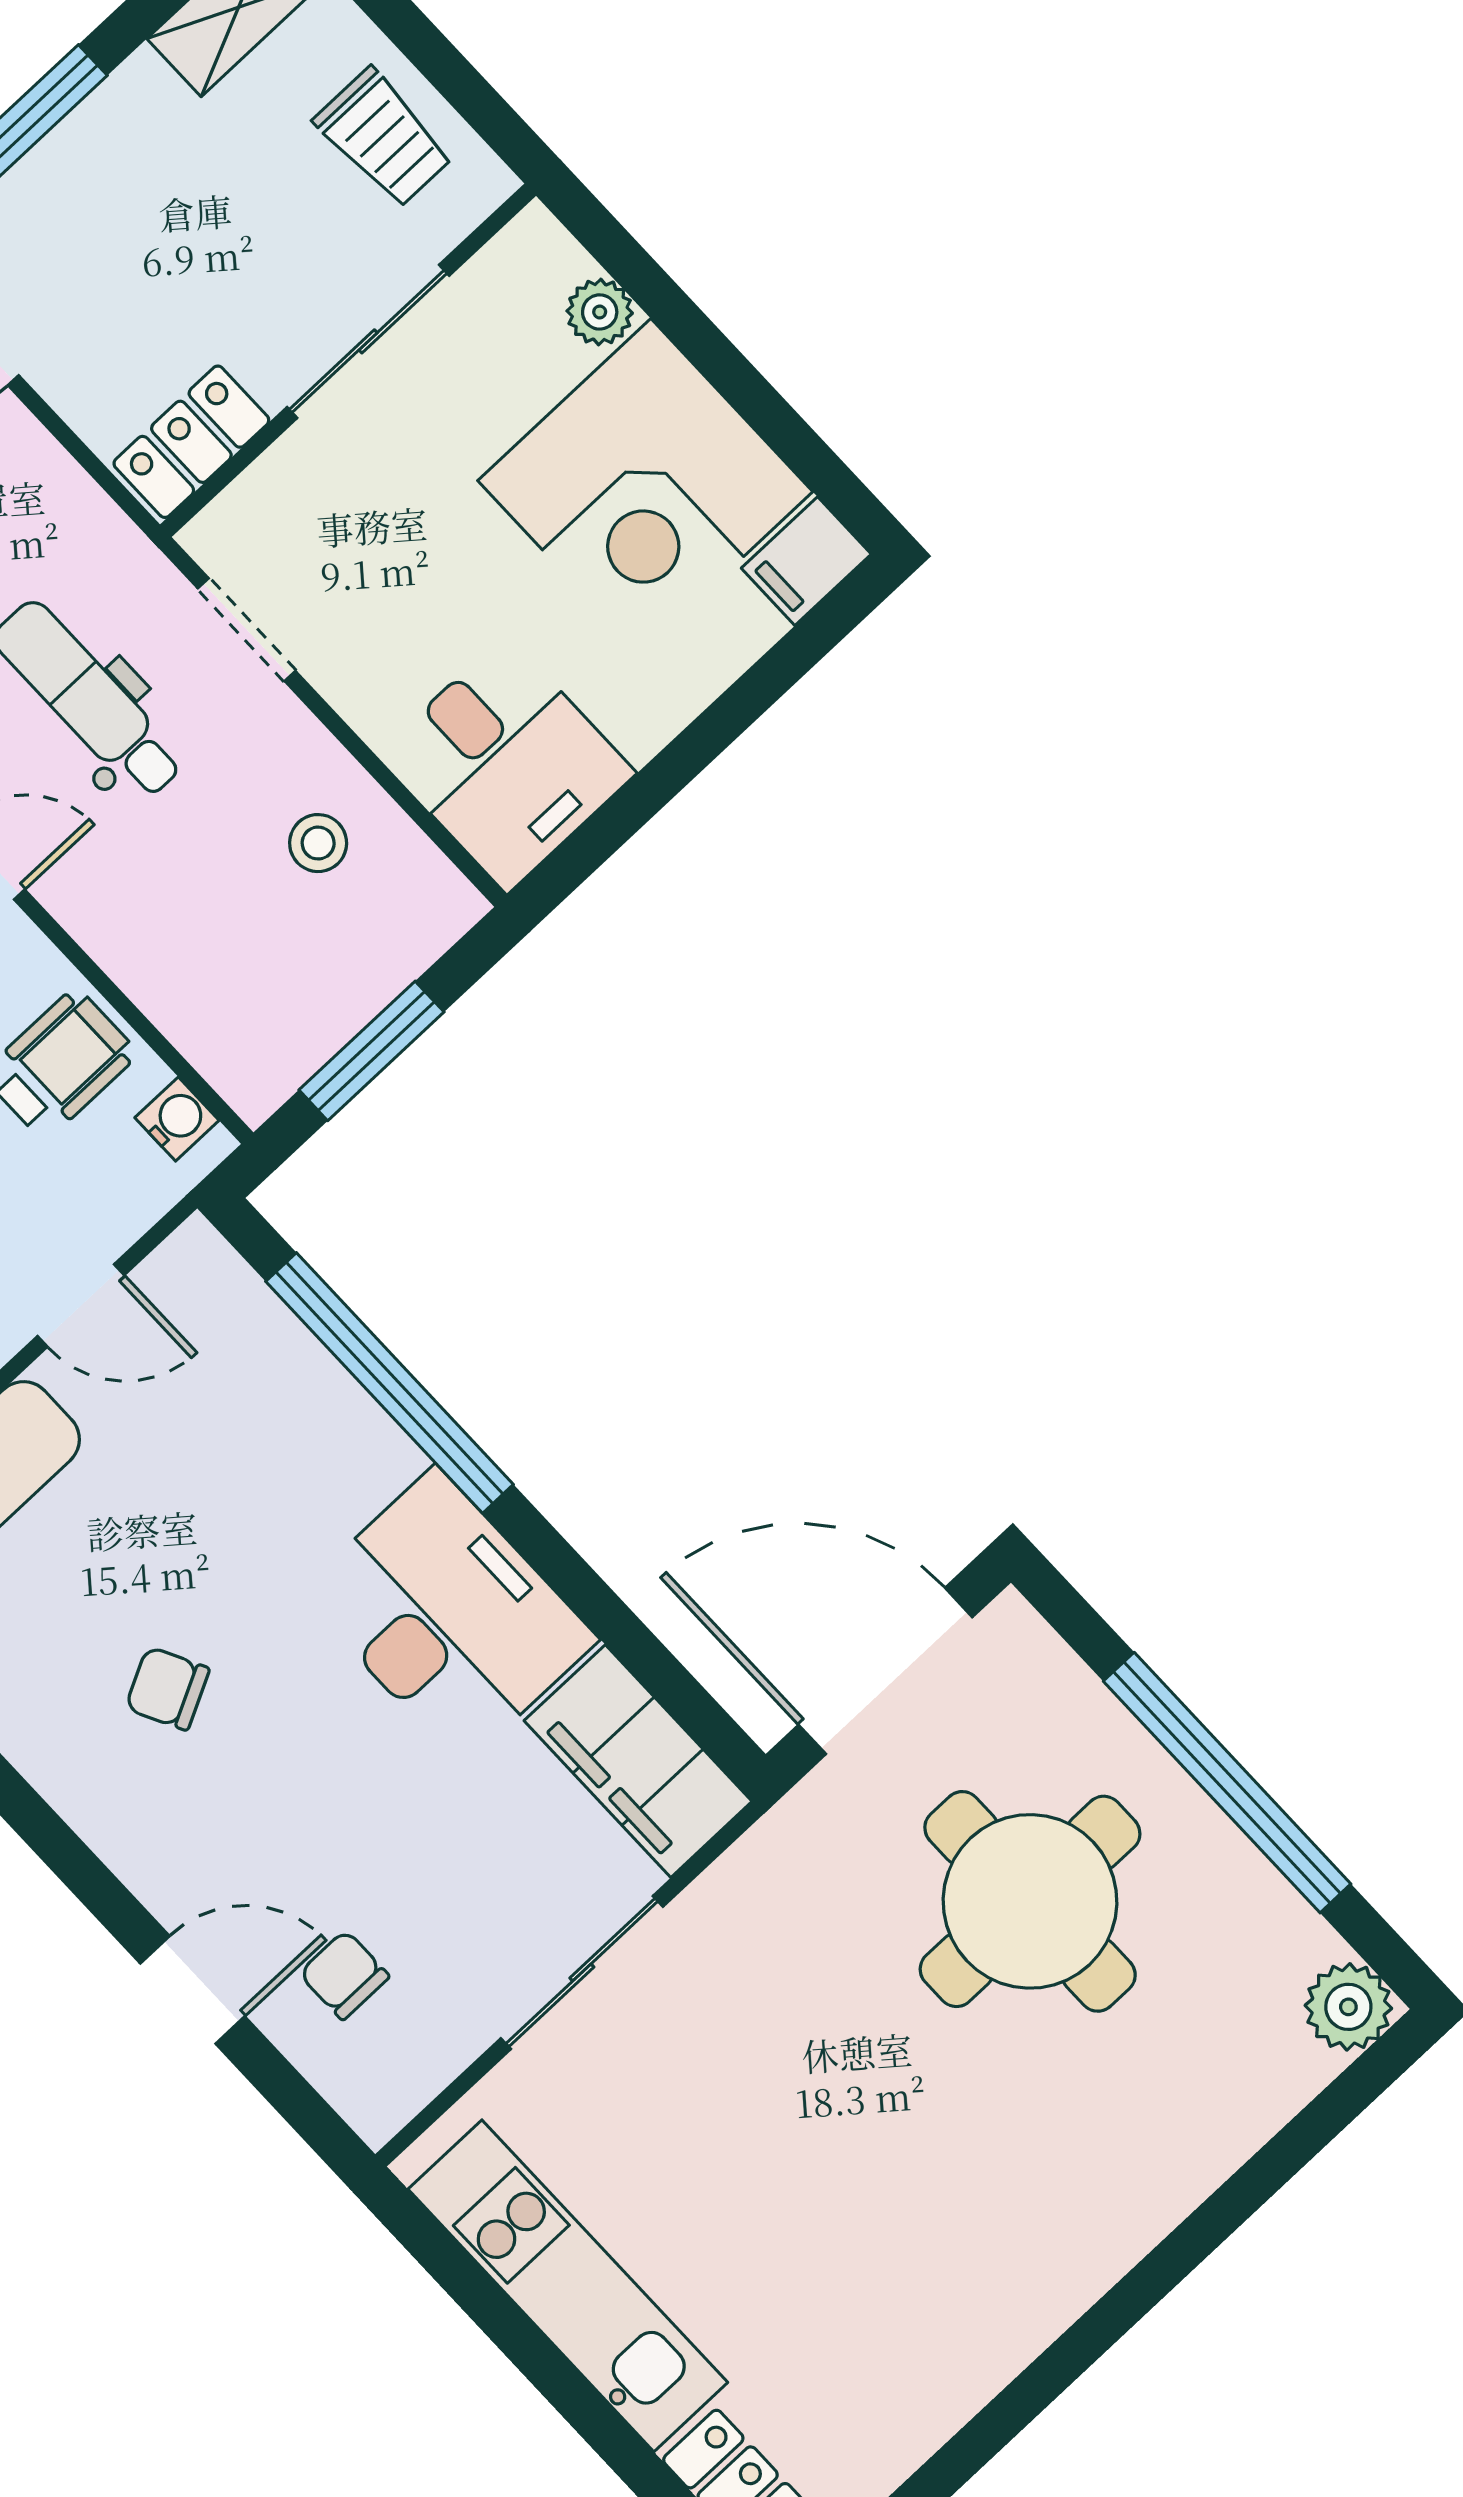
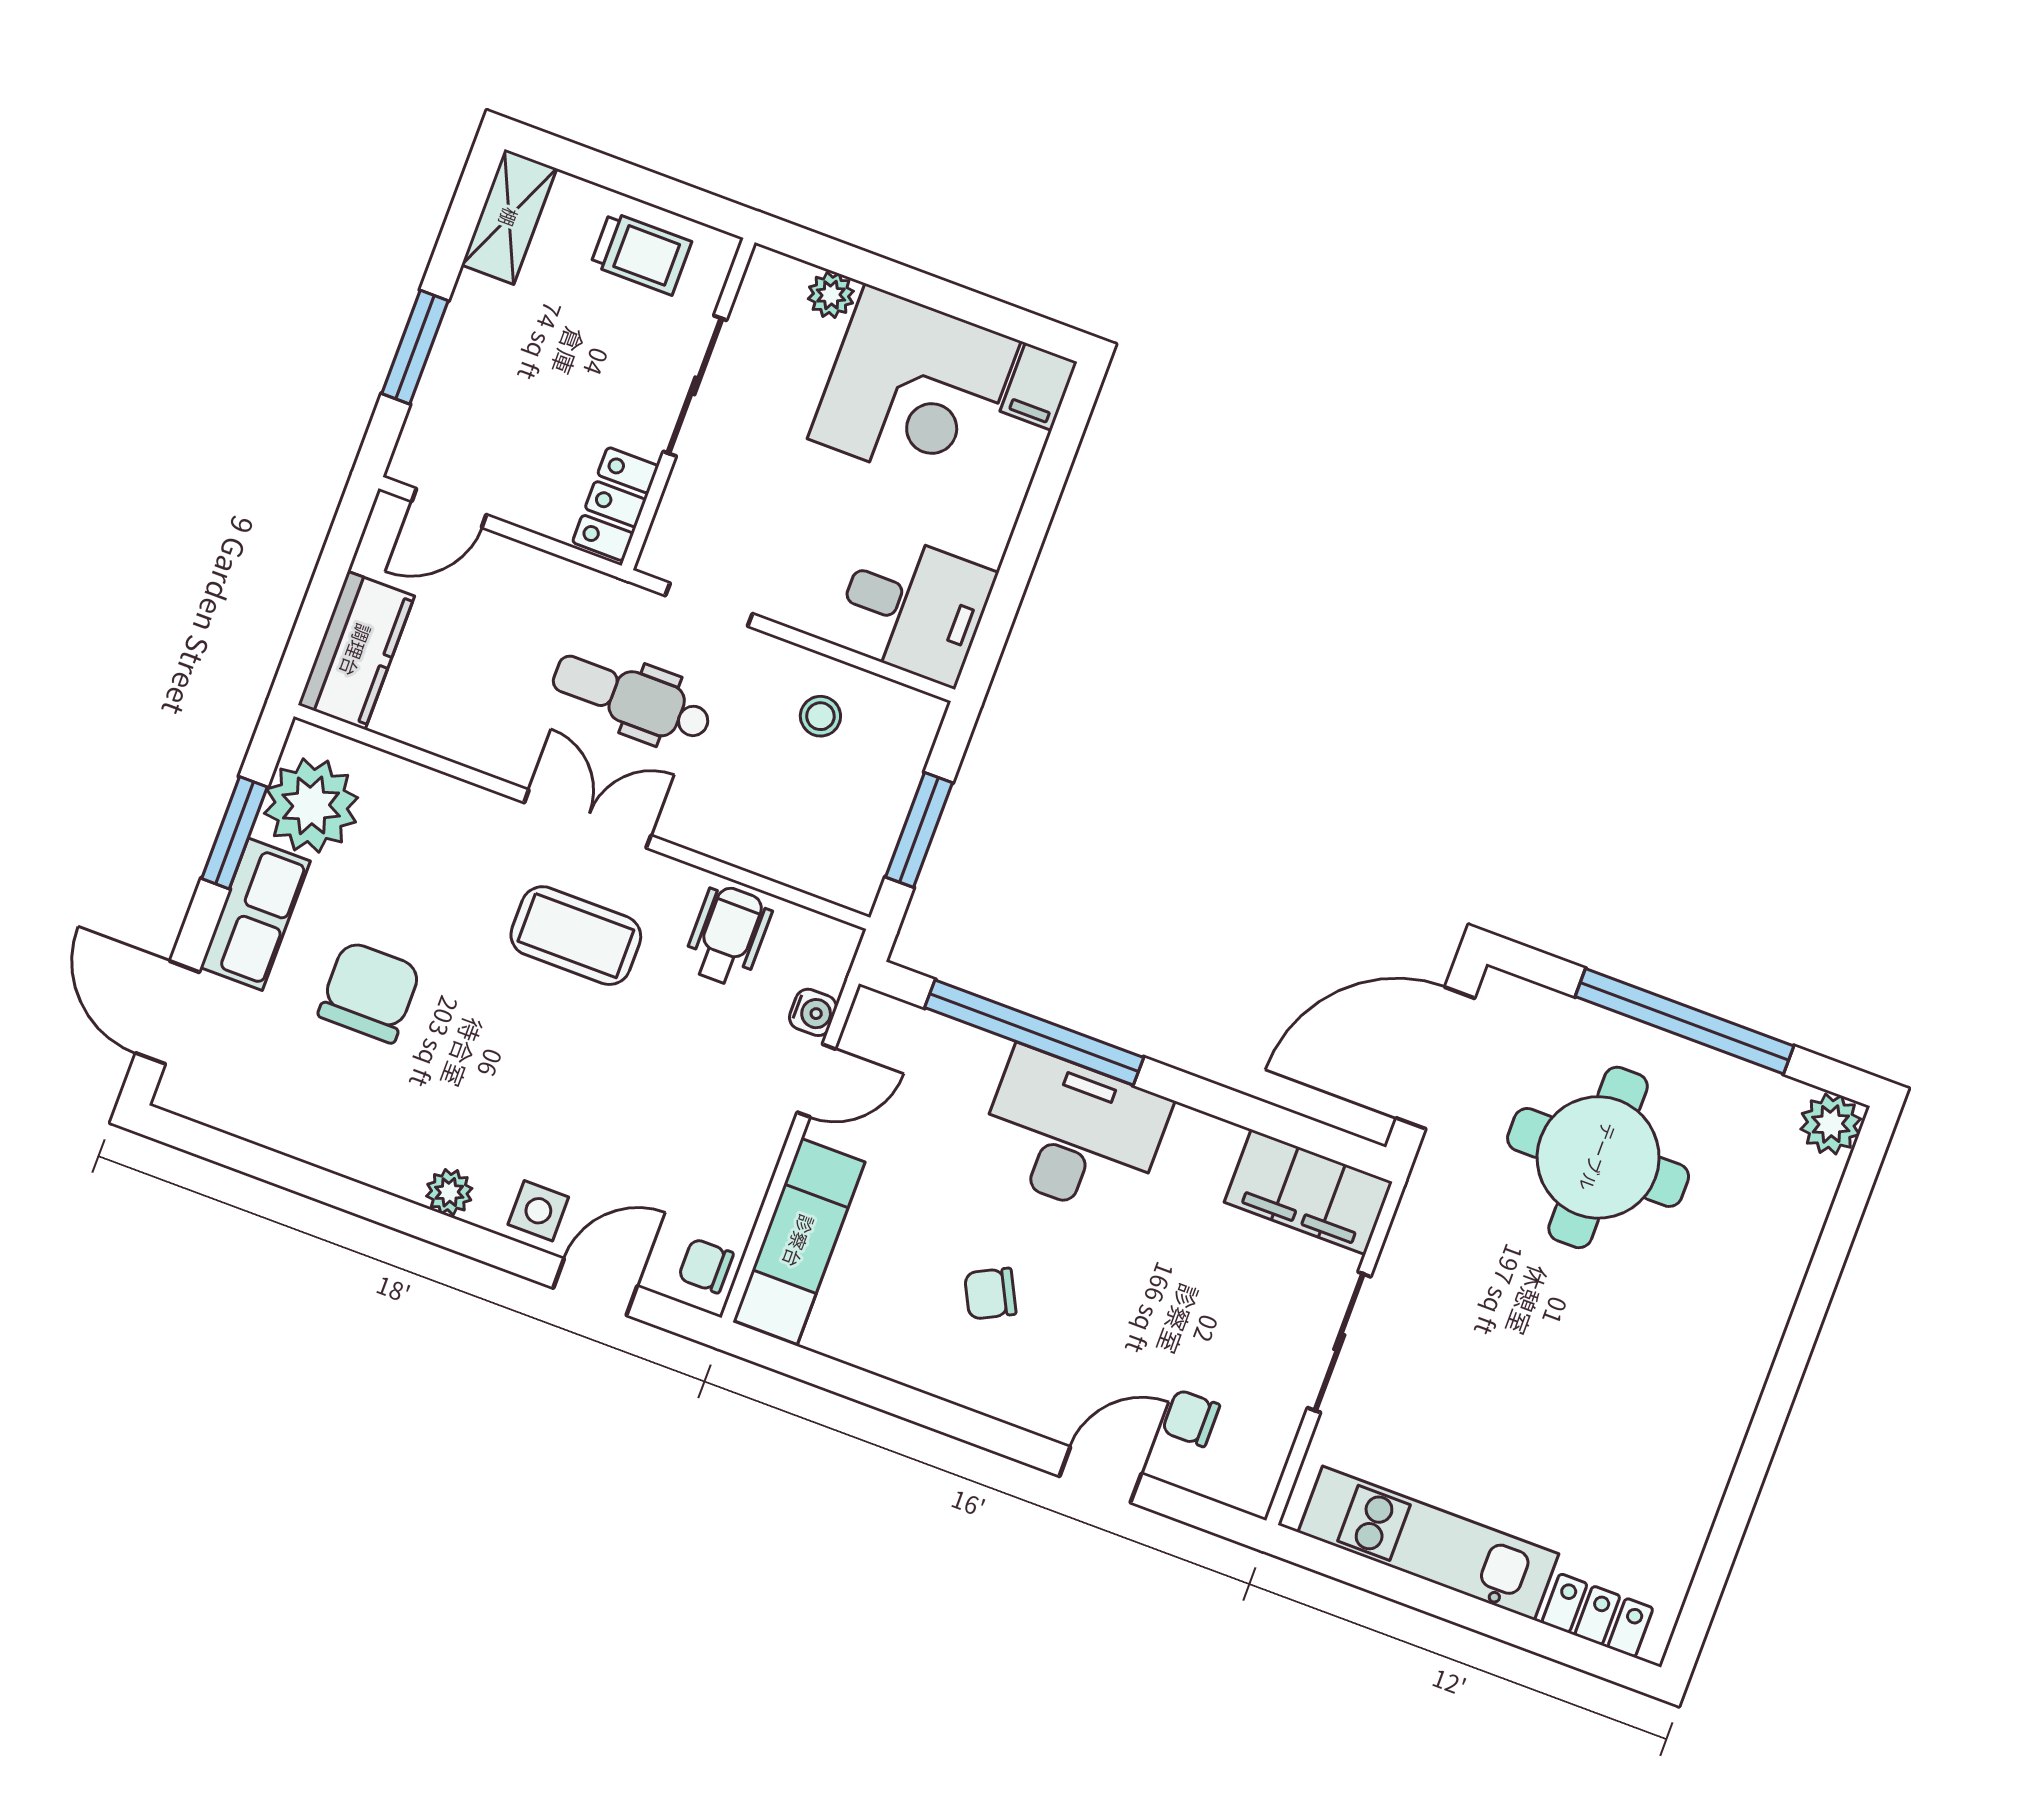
water cooler: (177, 1119) -> (813, 1012), moved, turned 90
desk: (449, 1616) -> (1072, 1134), moved

